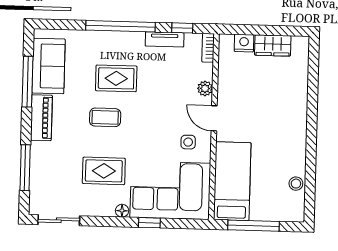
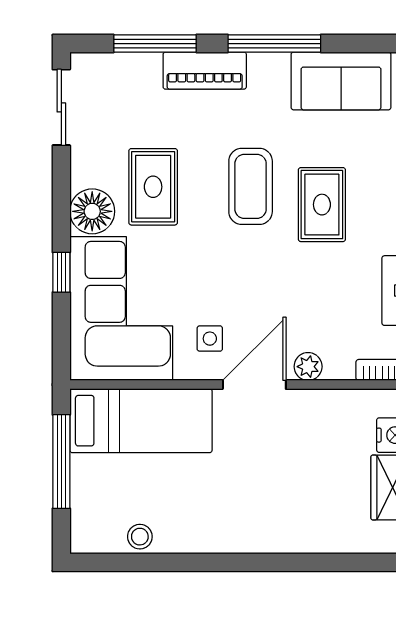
window: (28, 82) -> (274, 44), moved
coffee table: (105, 117) -> (251, 186), width x1.36, depth x1.30
piano: (41, 118) -> (205, 71), moved
door: (214, 118) -> (254, 385), width x1.38
floor lamp: (122, 211) -> (92, 211), width x1.89, depth x1.89

